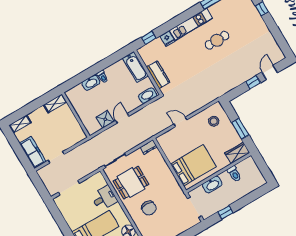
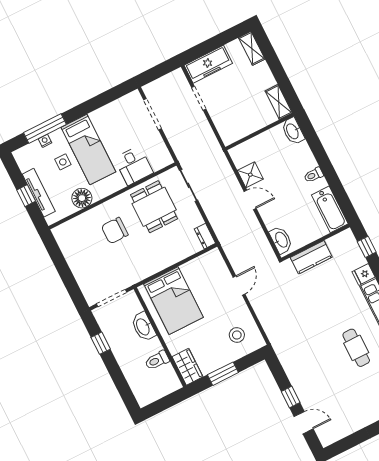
bathtub: (135, 67) -> (330, 209), moved, turned -90
washbasin: (91, 83) -> (293, 131), moved

